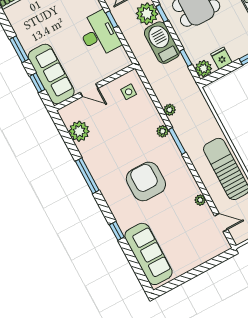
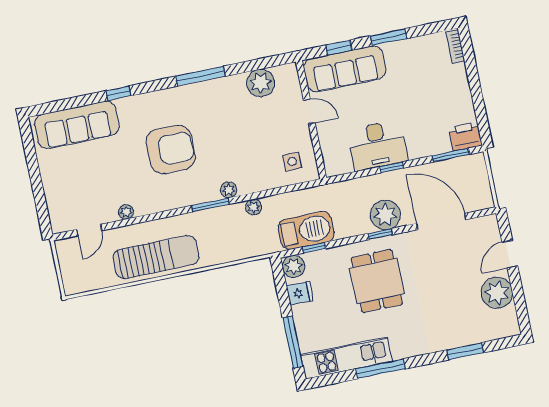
barbecue: (162, 43) -> (306, 230), moved
door: (89, 90) -> (309, 111), swing flipped

